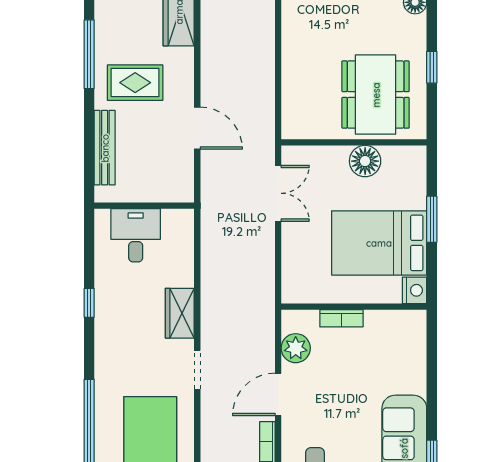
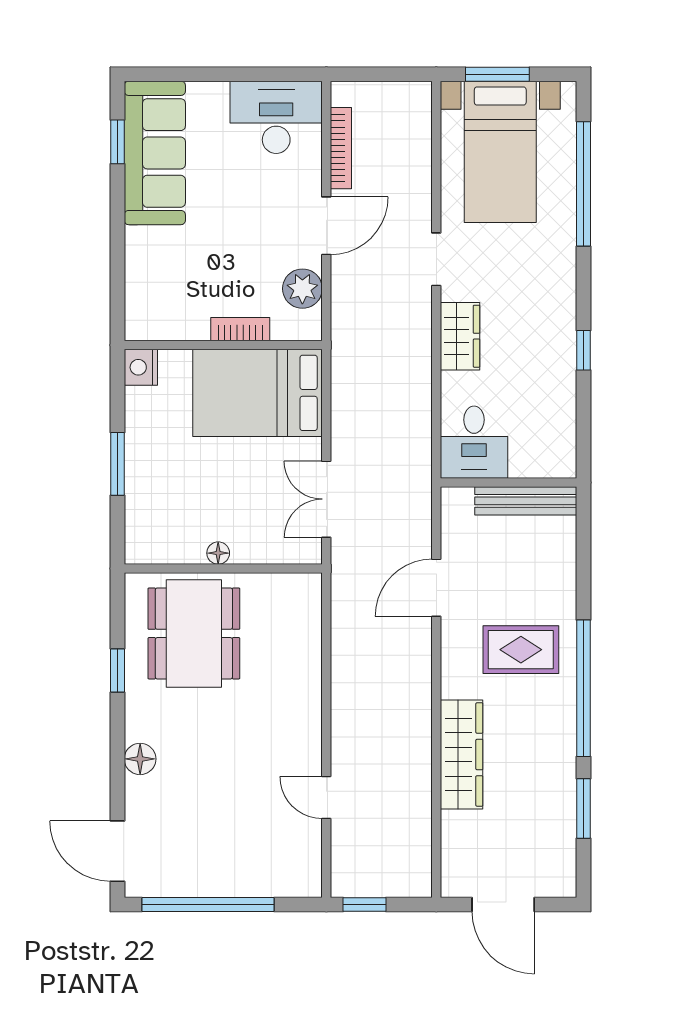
window: (89, 54) -> (583, 688), width x1.46
door: (197, 128) -> (436, 588), hinge flipped
bench: (105, 148) -> (526, 501), moved, turned 90
floor lamp: (365, 161) -> (218, 553), width x0.53, depth x0.53
desk: (136, 235) -> (474, 442), moved
bed: (379, 243) -> (257, 393), moved, turned 180

